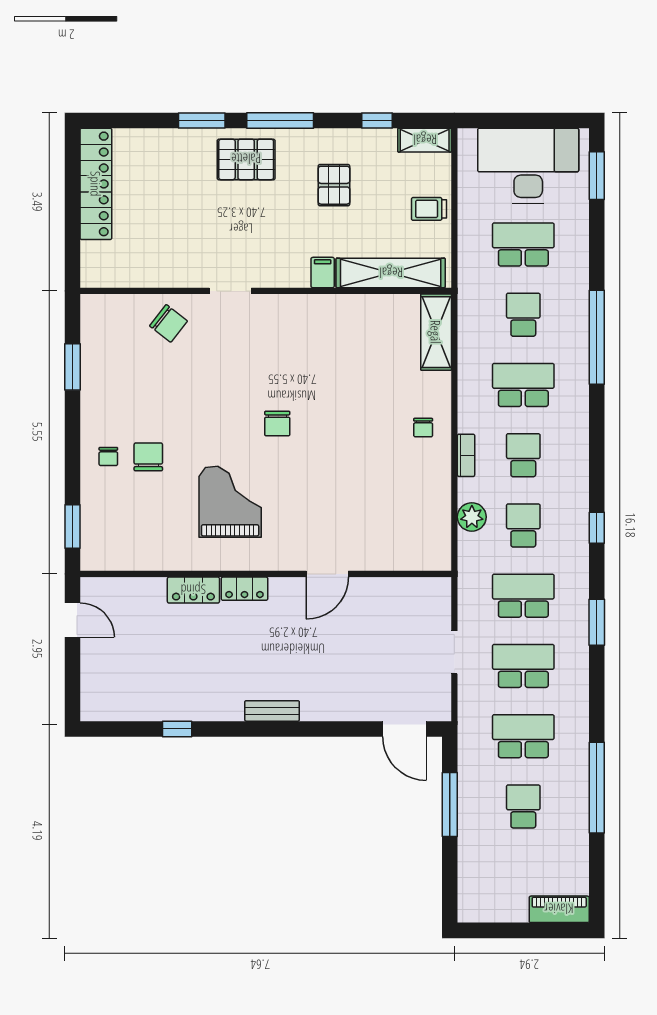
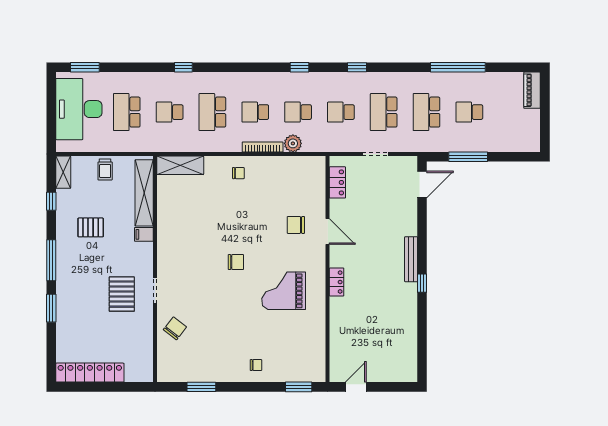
pallet: (246, 159) -> (122, 294), moved
window: (597, 337) -> (183, 67), width x0.32
bookcase: (466, 455) -> (263, 147), width x1.56
chair: (148, 457) -> (296, 225), moved
locker: (193, 590) -> (337, 182), moved
school desk: (523, 596) -> (341, 112), width x0.54
window: (597, 622) -> (357, 67), width x0.67
bench: (272, 711) -> (411, 259), width x1.36
window: (177, 729) -> (422, 283), moved

